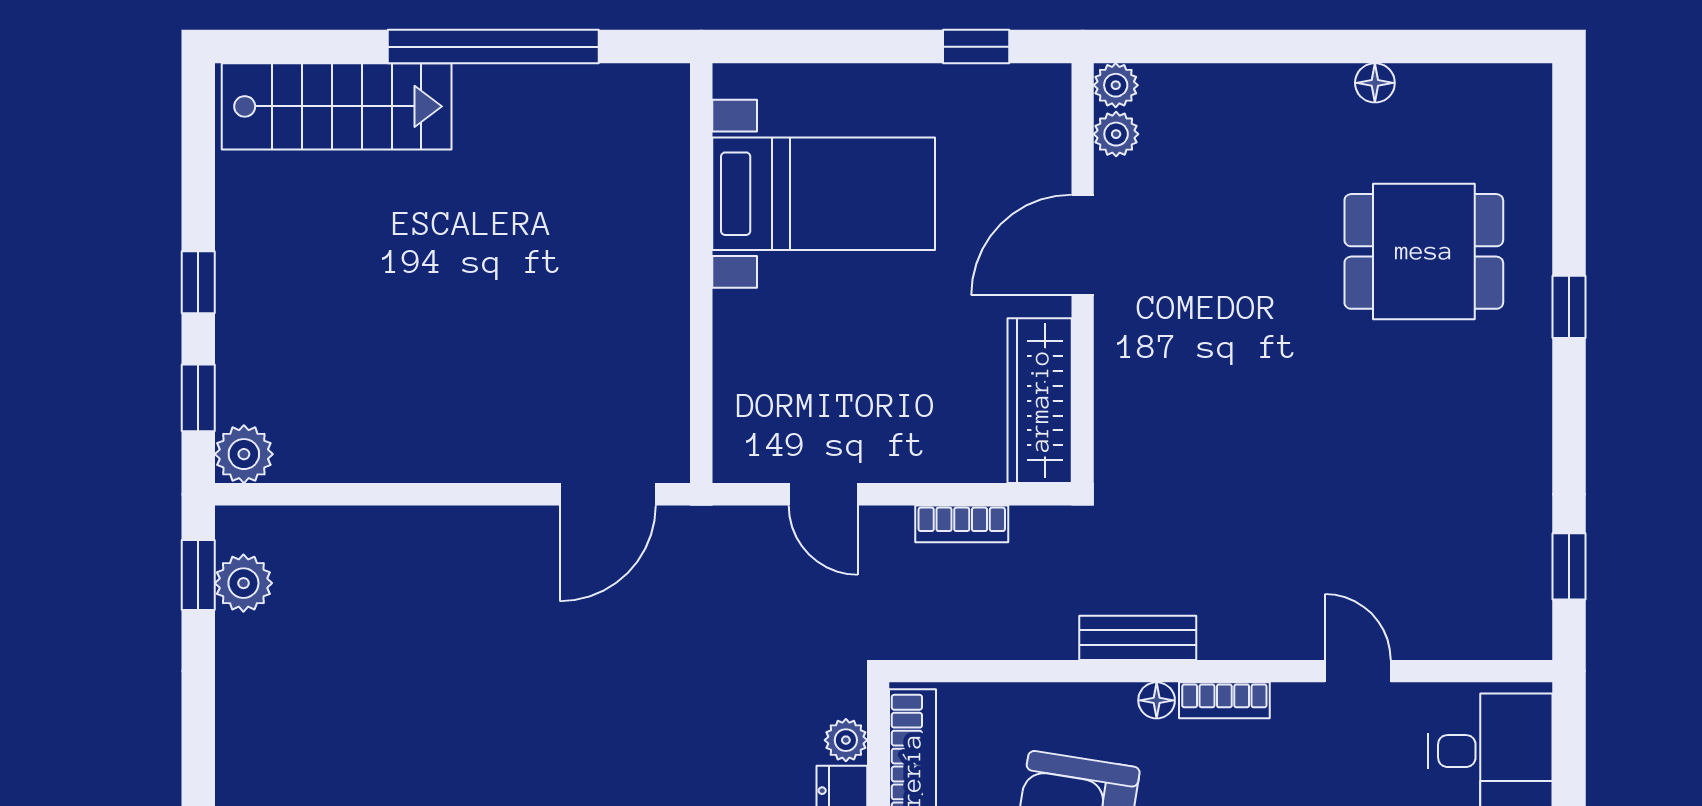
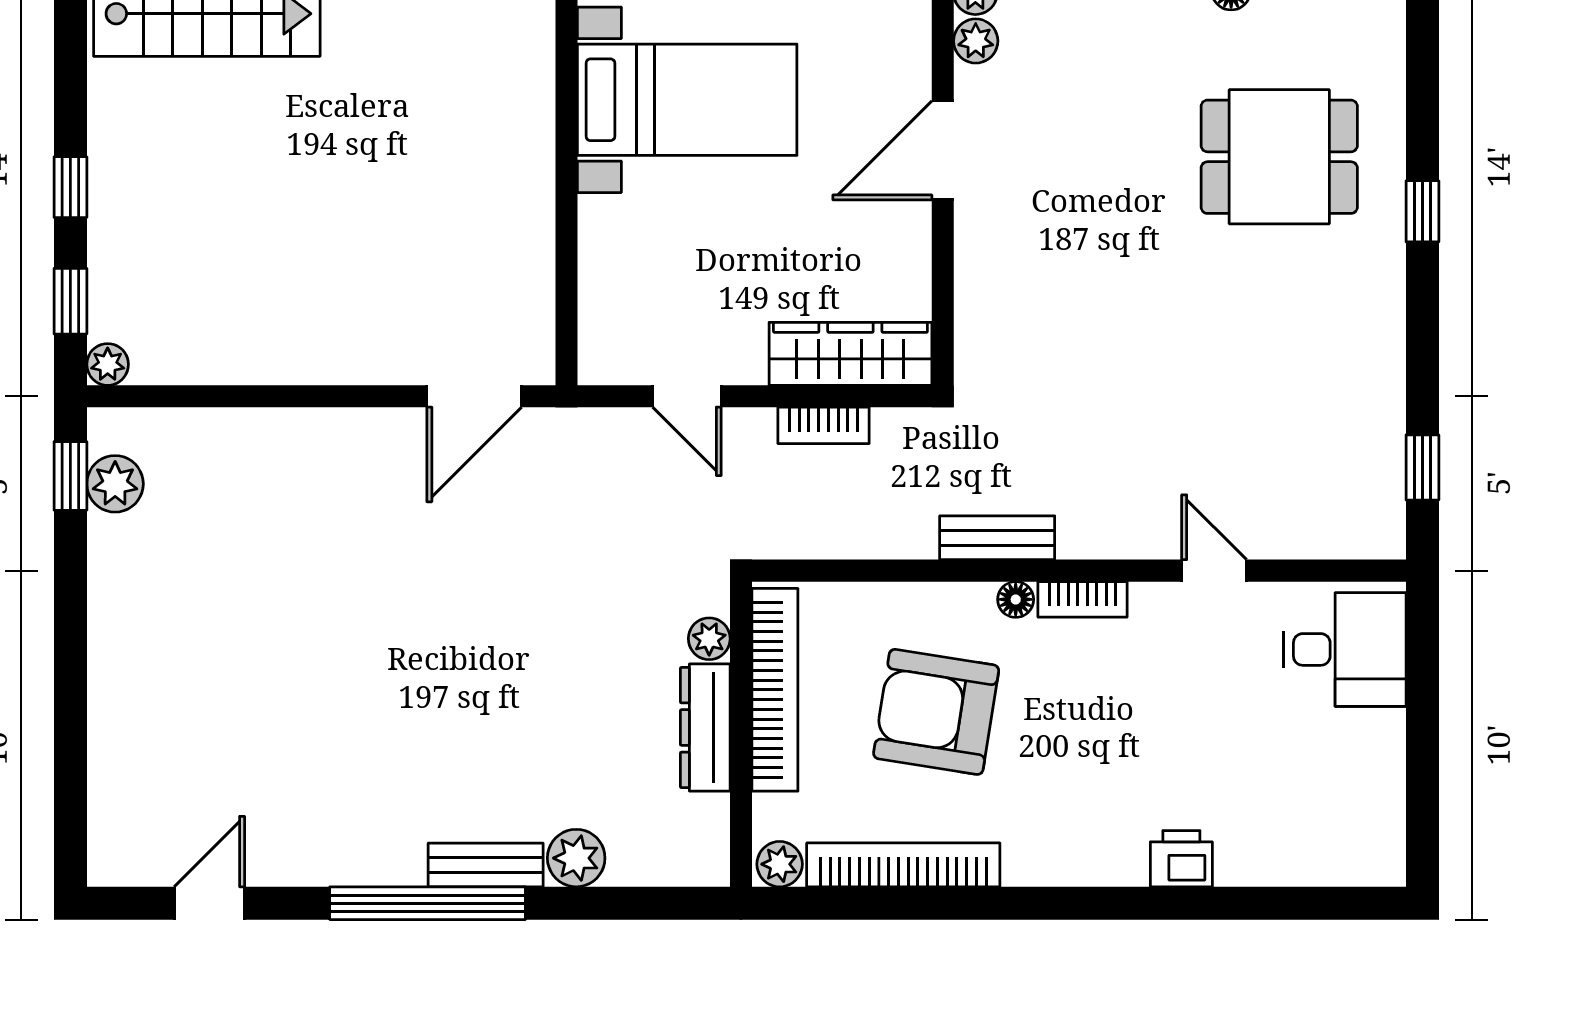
wardrobe: (1040, 401) -> (850, 354), moved, turned 90
plant: (244, 454) -> (108, 364), width x0.73, depth x0.73

